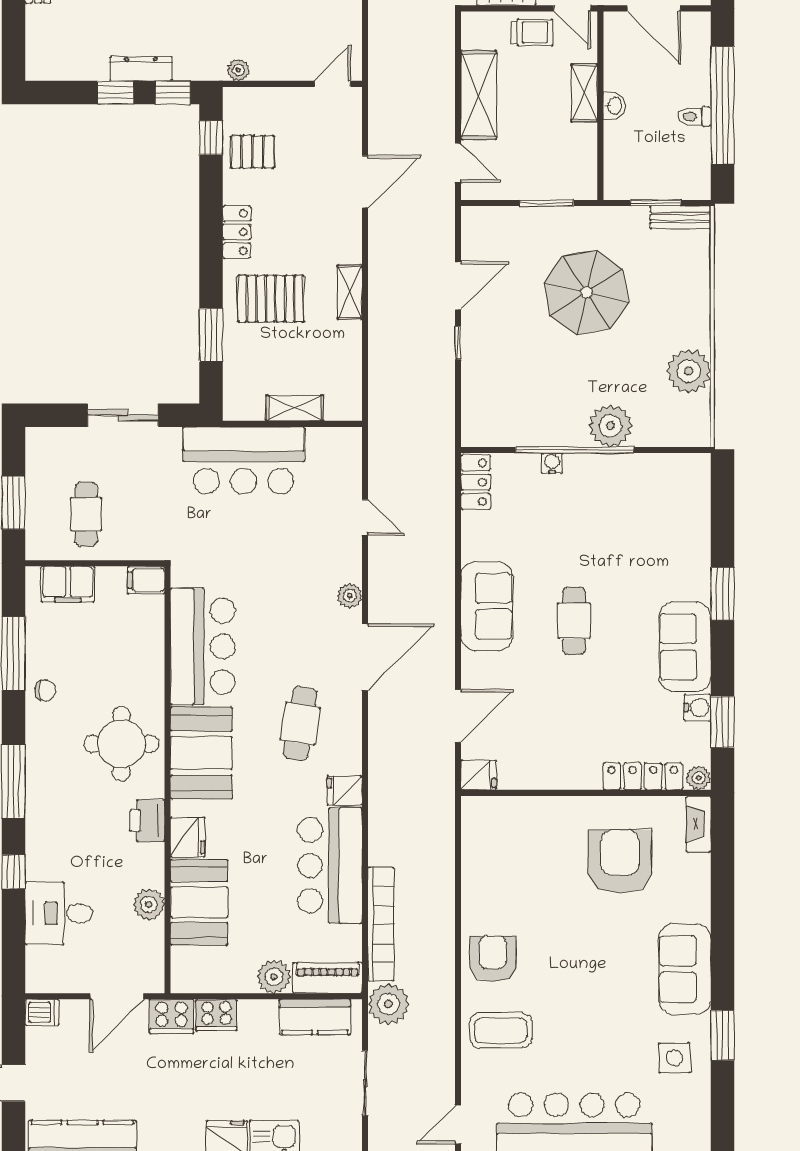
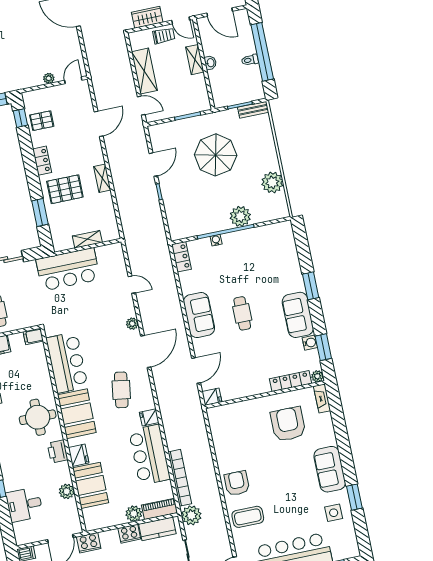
plant: (238, 70) -> (49, 78), moved
cooker: (216, 1015) -> (129, 534), moved

